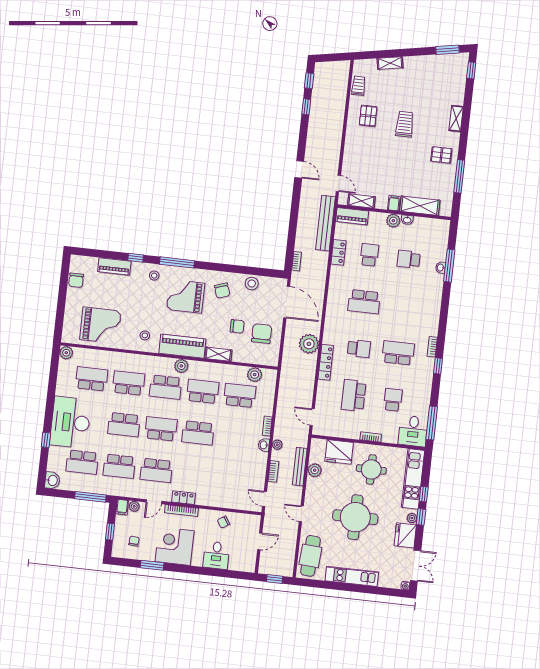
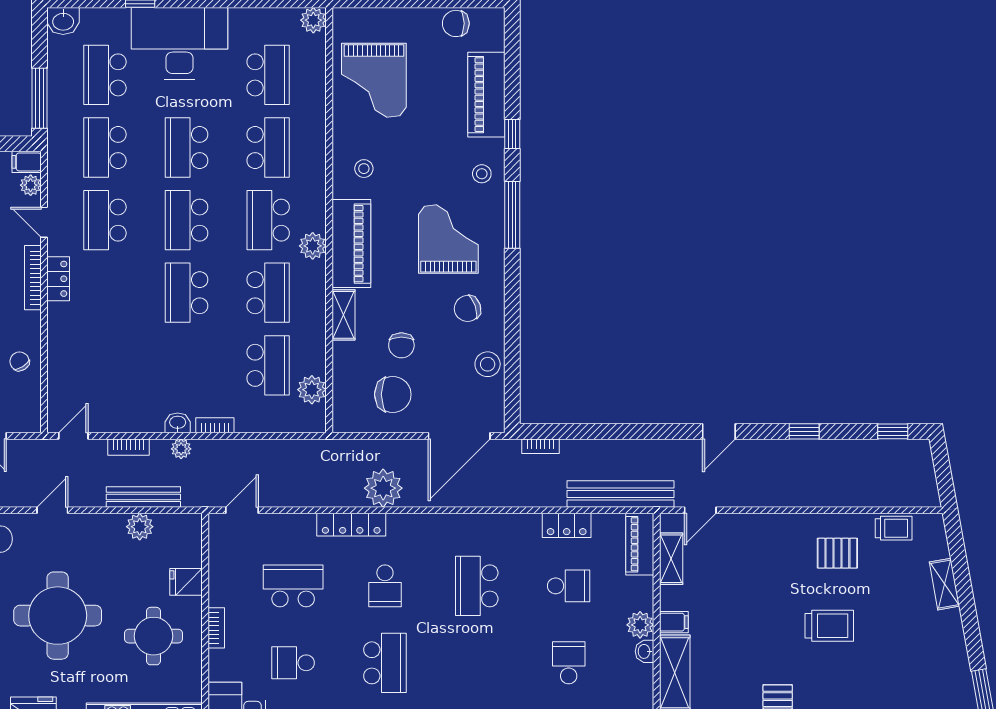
window: (306, 107) -> (804, 431), moved
piano: (114, 266) -> (486, 95), width x1.37, depth x1.33
school desk: (393, 400) -> (293, 663), turned 180
school desk: (161, 429) -> (187, 220), turned 180
fridge: (339, 452) -> (186, 582), width x0.53, depth x0.75

